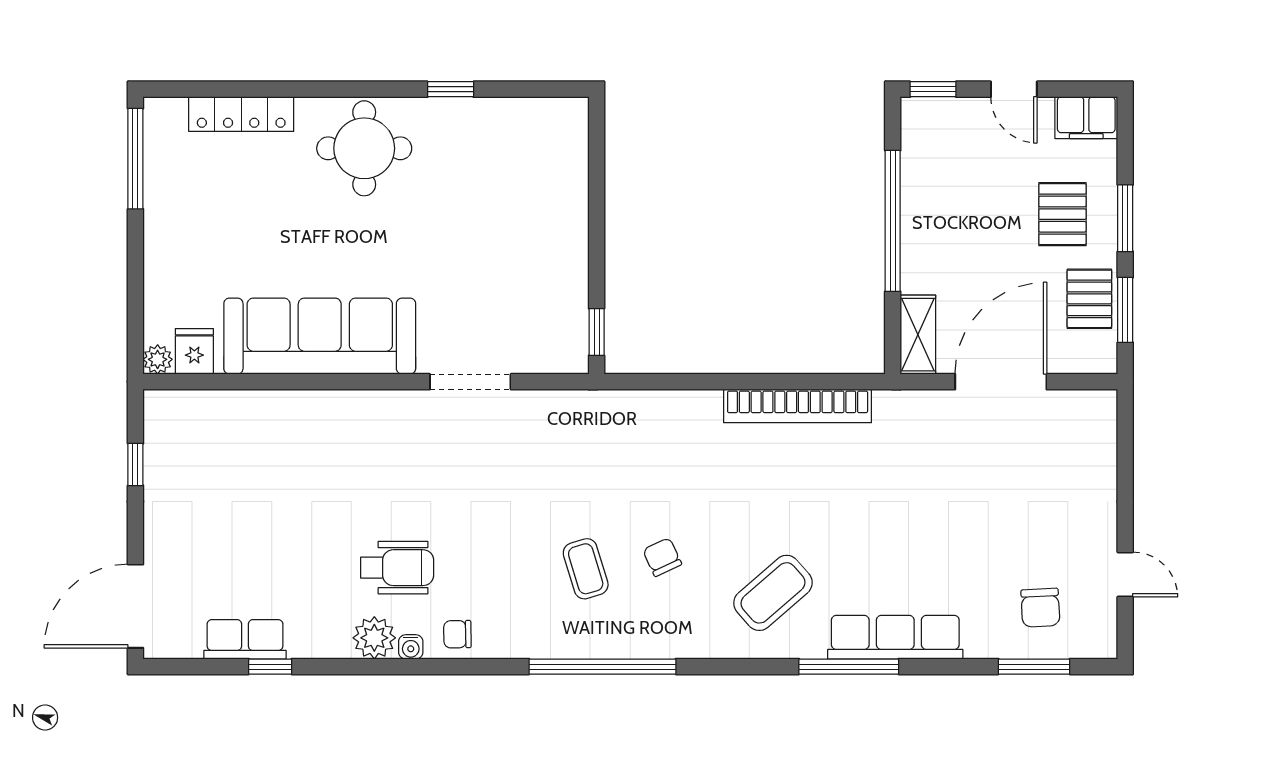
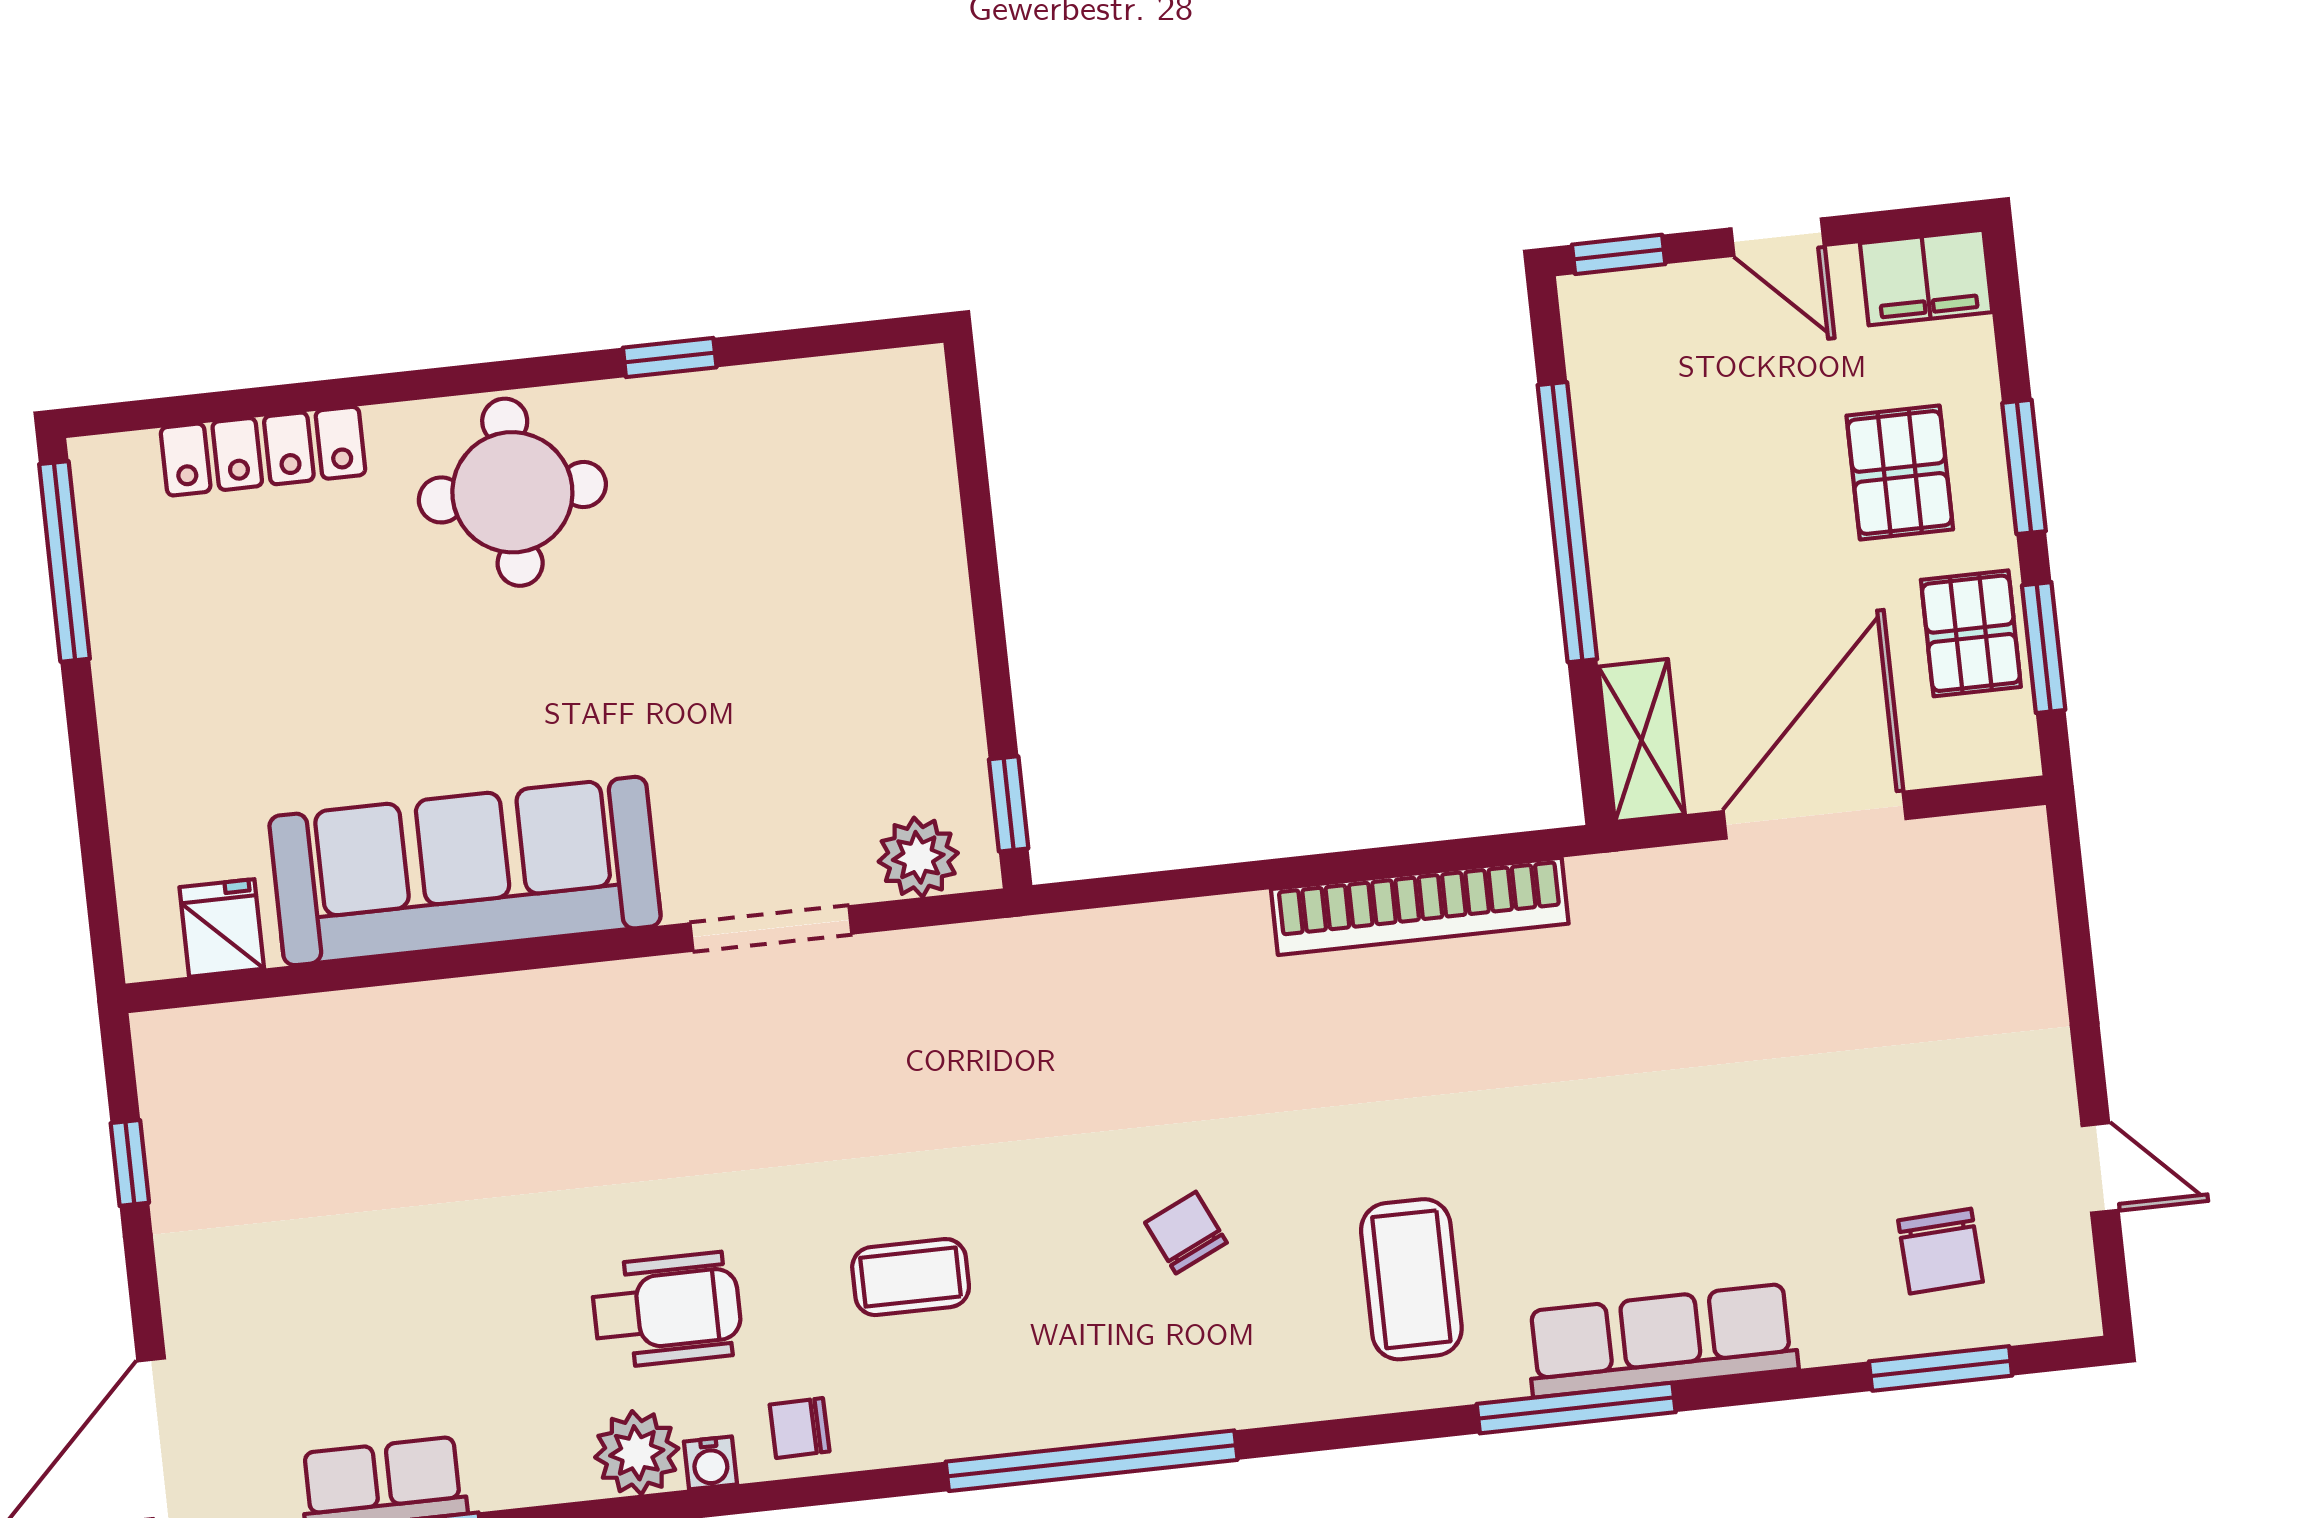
plant: (158, 359) -> (918, 857), moved, width x1.38, depth x1.38
coffee table: (586, 569) -> (911, 1277), moved, turned -73
coffee table: (773, 593) -> (1411, 1279), turned -49

